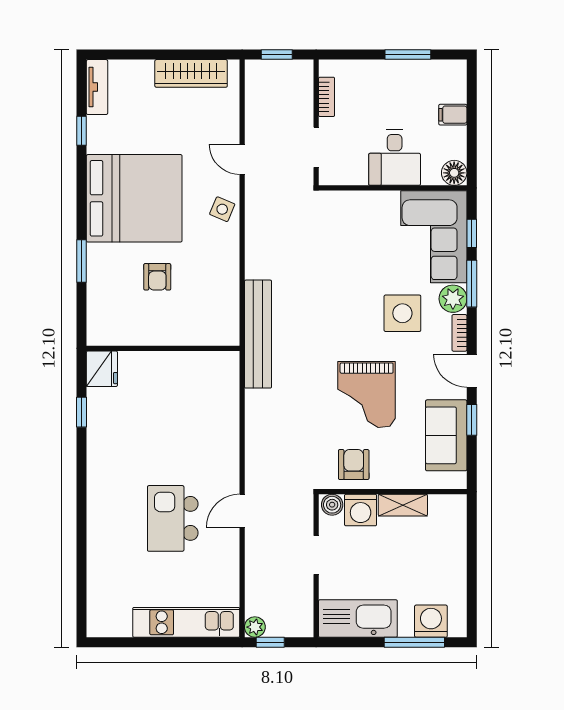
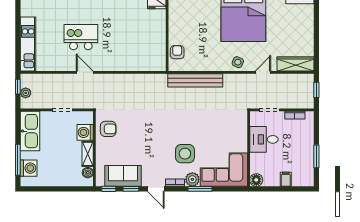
wardrobe: (191, 73) -> (295, 64), moved, turned 90
desk: (395, 158) -> (264, 139), moved
window: (472, 233) -> (109, 189), moved
armchair: (157, 277) -> (177, 52), moved, turned 90
bench: (258, 334) -> (195, 80), moved
door: (472, 371) -> (156, 189), swing flipped
grand piano: (367, 395) -> (144, 135), removed
boiler: (332, 505) -> (88, 173), moved
plant: (255, 627) -> (26, 93), moved

